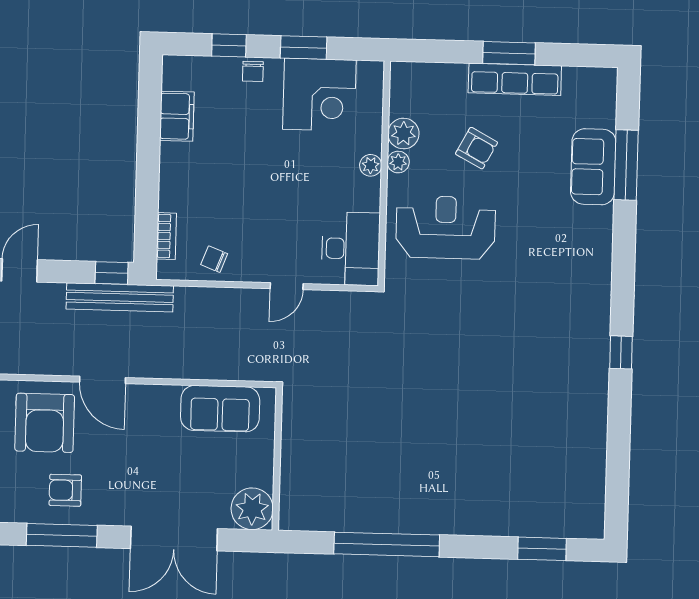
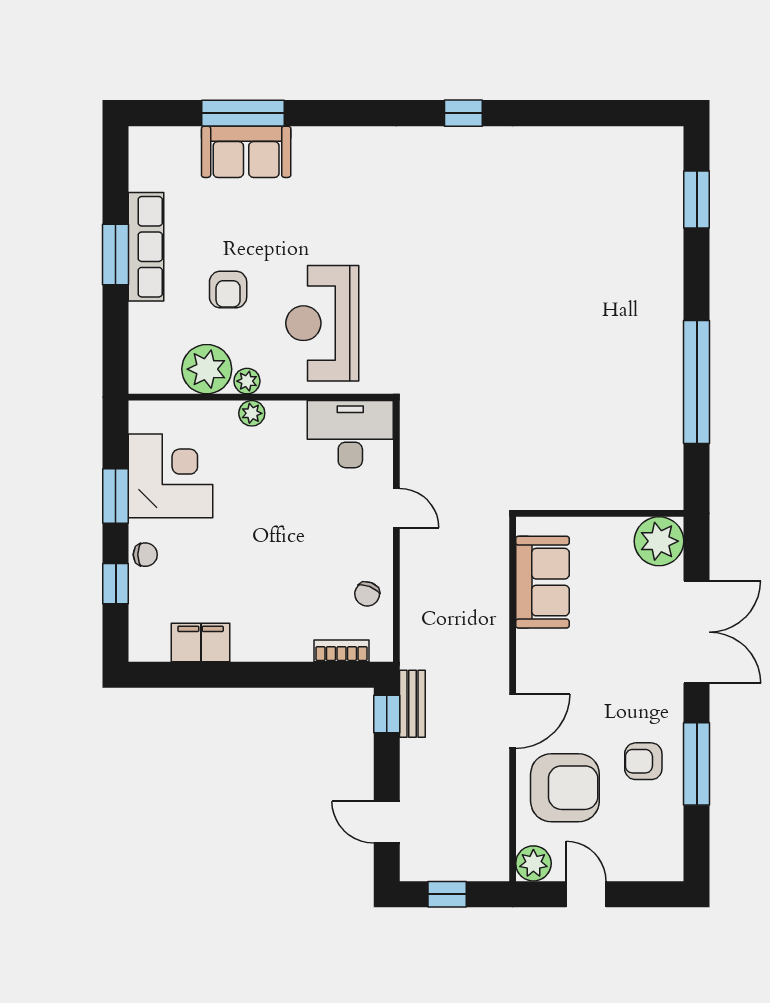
plant: (403, 134) -> (207, 369), width x1.36, depth x1.36
armchair: (477, 148) -> (228, 289), turned 152
bench: (120, 297) -> (412, 704), width x0.54, depth x0.82
armchair: (65, 490) -> (643, 761), turned 90

